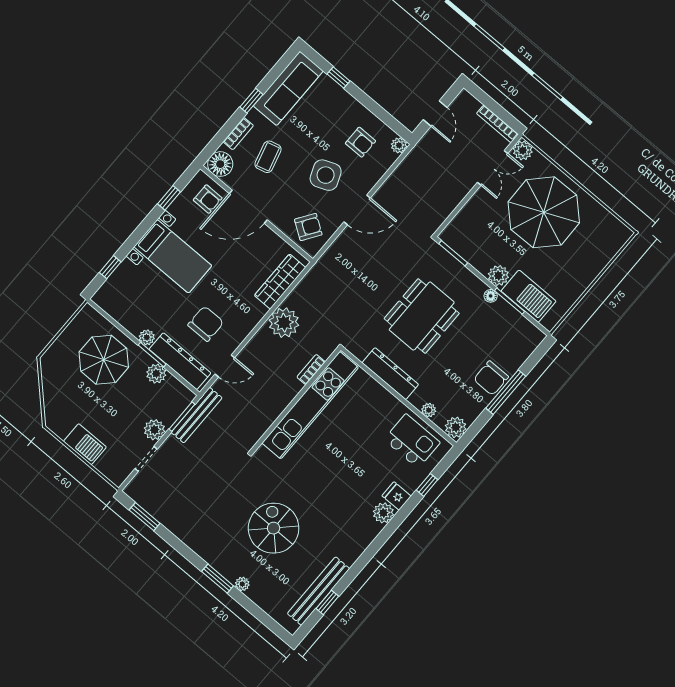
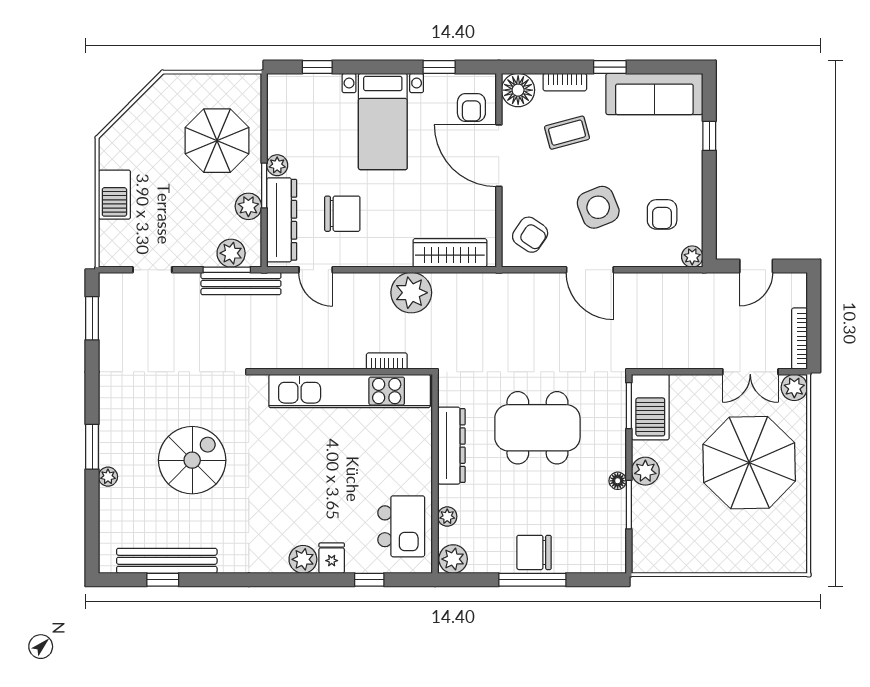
barbecue: (529, 296) -> (650, 407), moved
plant: (154, 430) -> (231, 253), moved

